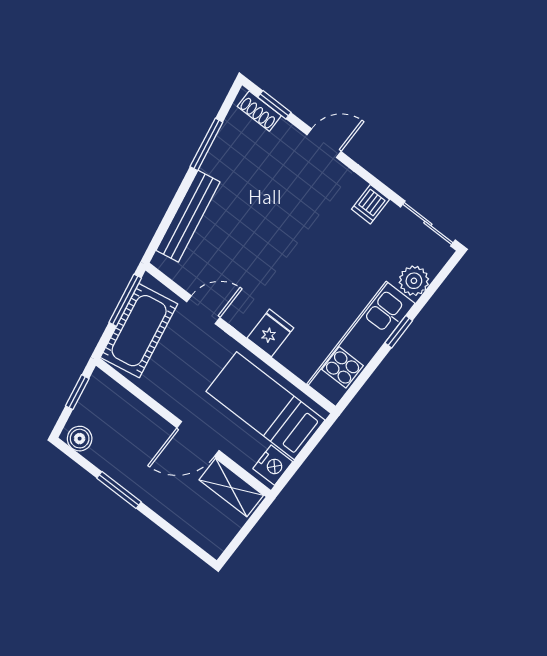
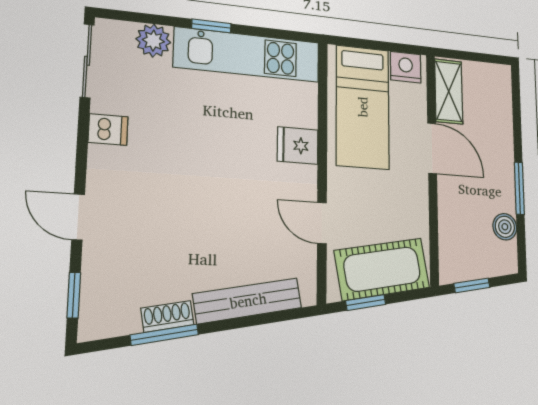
shoe rack: (259, 111) -> (167, 316), moved, turned -100
window: (125, 300) -> (366, 303), width x0.67
boiler: (80, 439) -> (505, 227), moved

